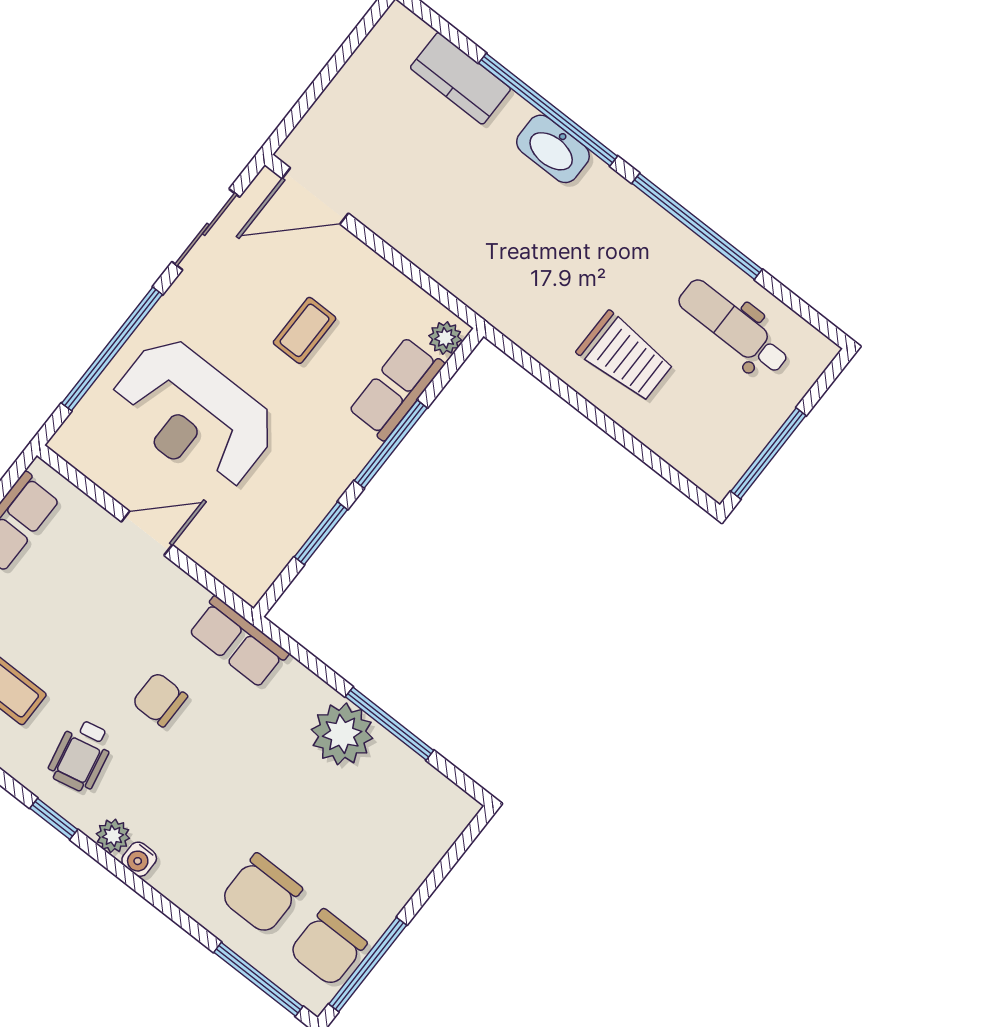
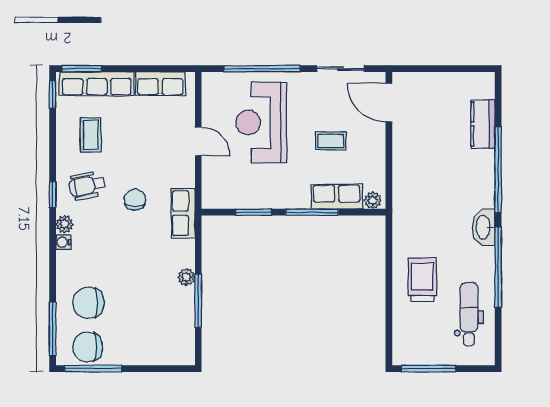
washbasin: (553, 149) -> (484, 227), moved
trolley: (625, 357) -> (422, 280), turned 180
plant: (342, 734) -> (186, 277), width x0.53, depth x0.53

